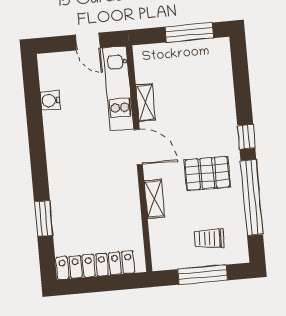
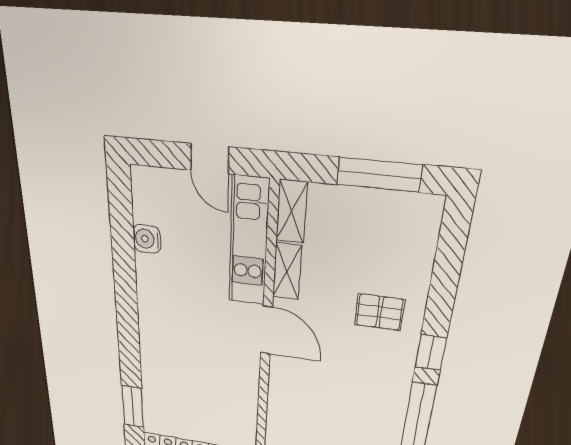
pallet: (207, 173) -> (380, 312), moved, width x0.67, depth x0.71
shelving: (154, 199) -> (292, 211), moved
window: (44, 218) -> (133, 406), moved

